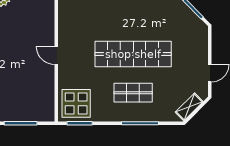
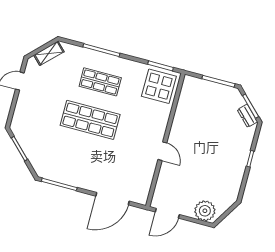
shop shelf: (133, 54) -> (90, 120), width x0.71
door: (56, 55) -> (162, 151), moved

